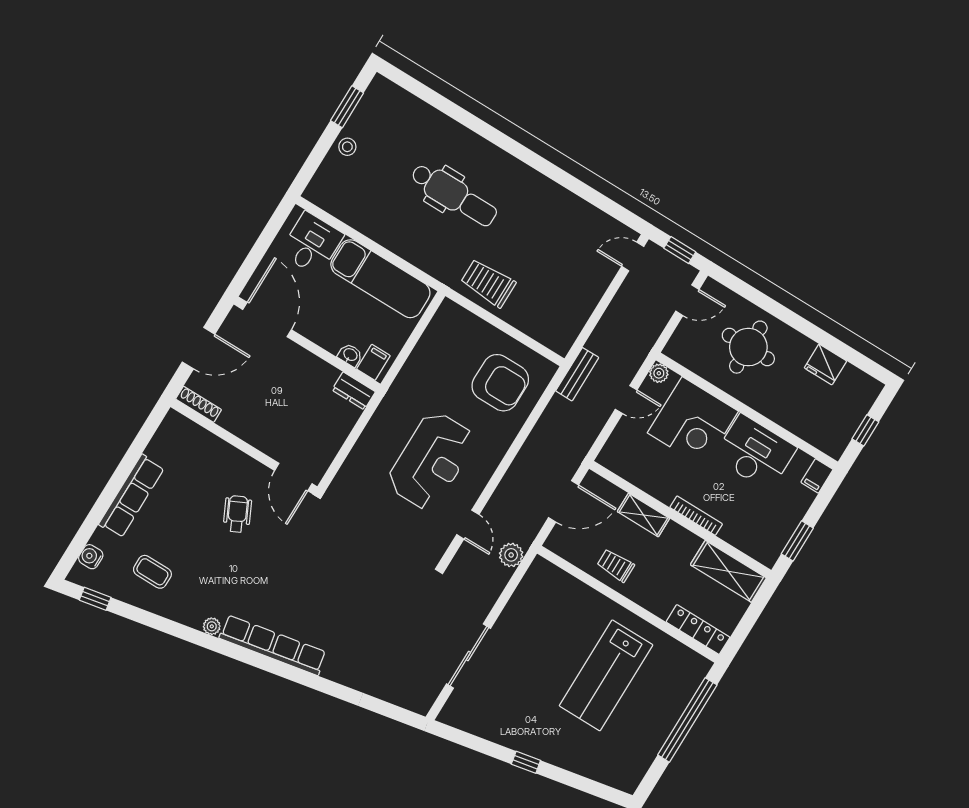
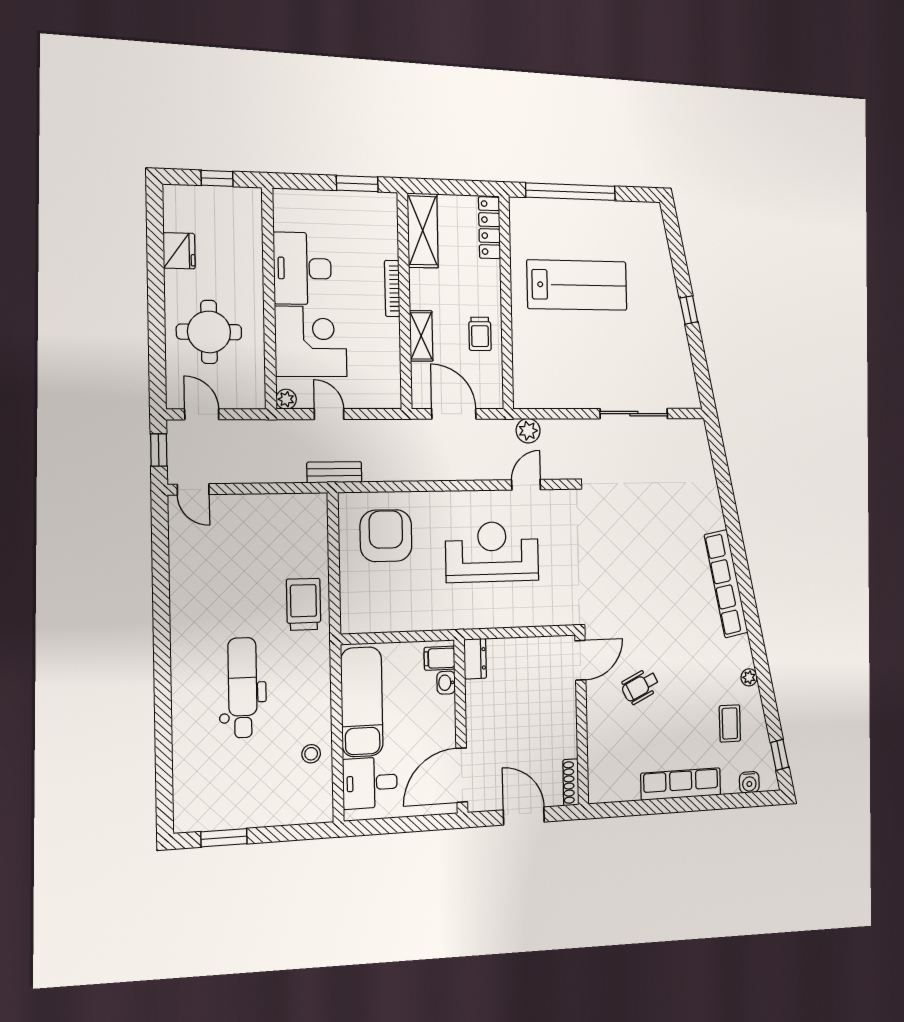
stool: (347, 147) -> (311, 754), moved
trolley: (488, 283) -> (304, 604), turned 180
filing cabinet: (817, 476) -> (287, 199), removed
plant: (212, 626) -> (749, 677), moved

